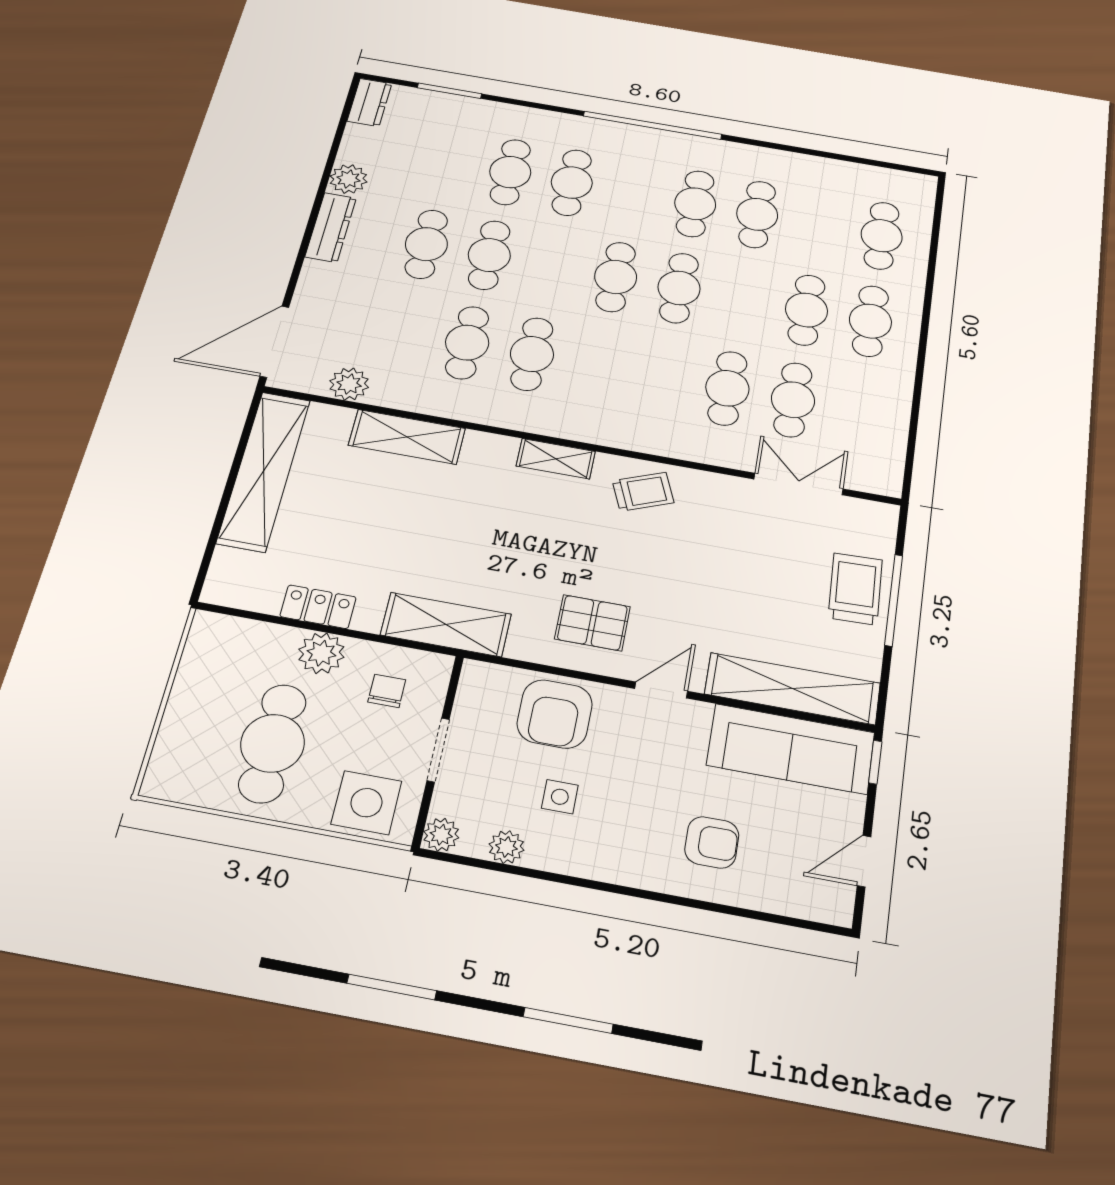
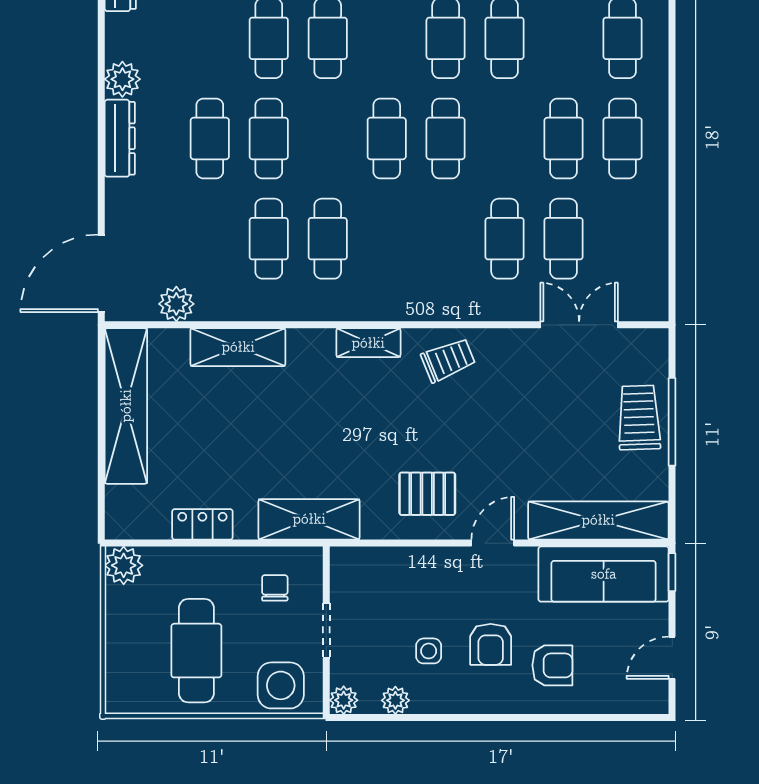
plant: (321, 653) -> (124, 565), moved
armchair: (555, 714) -> (491, 644), moved, width x0.72, depth x0.72

